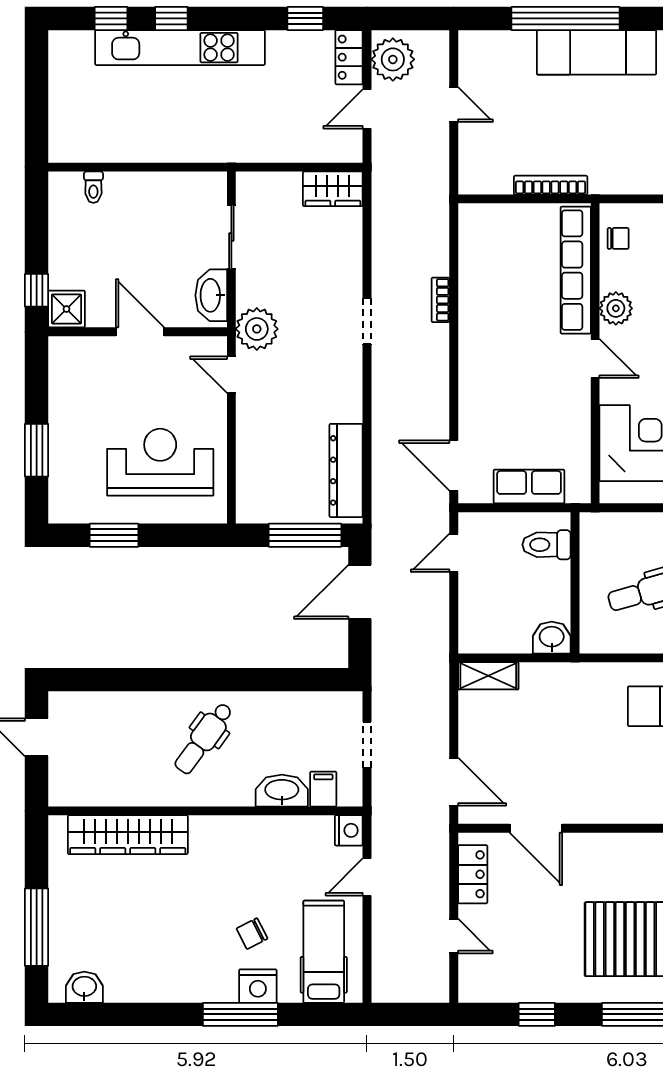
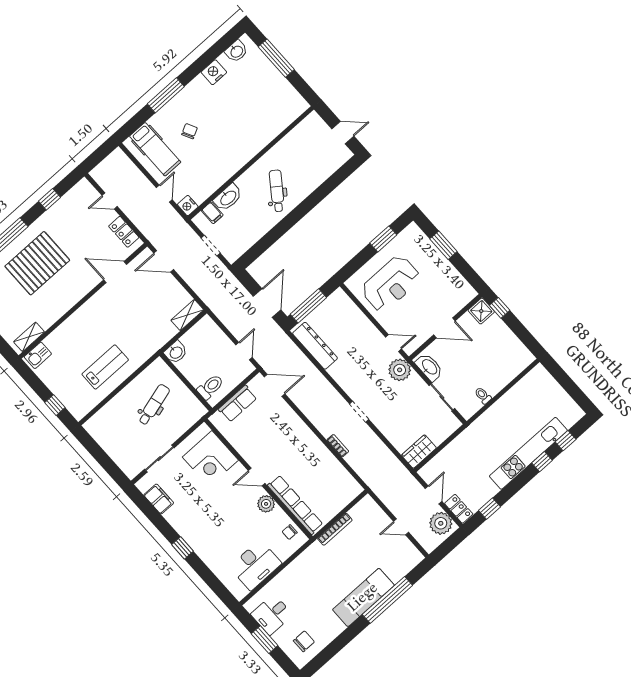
toilet: (93, 187) -> (483, 395), moved
wardrobe: (128, 835) -> (273, 126), removed
nightstand: (258, 986) -> (214, 72), moved

